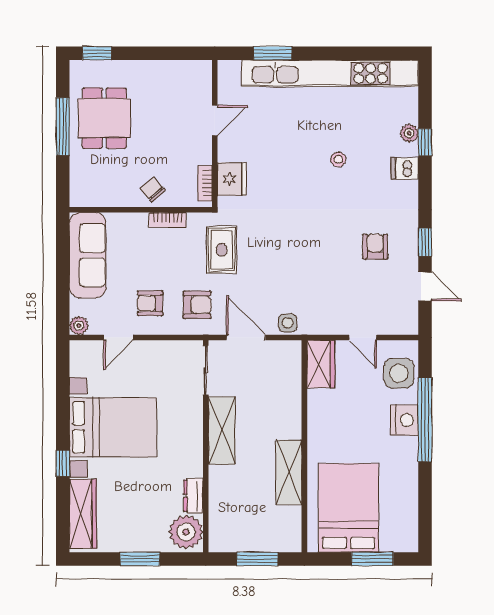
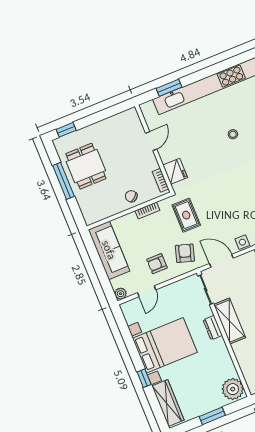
armchair: (197, 305) -> (185, 253), turned -73
dresser: (193, 496) -> (213, 328), moved

